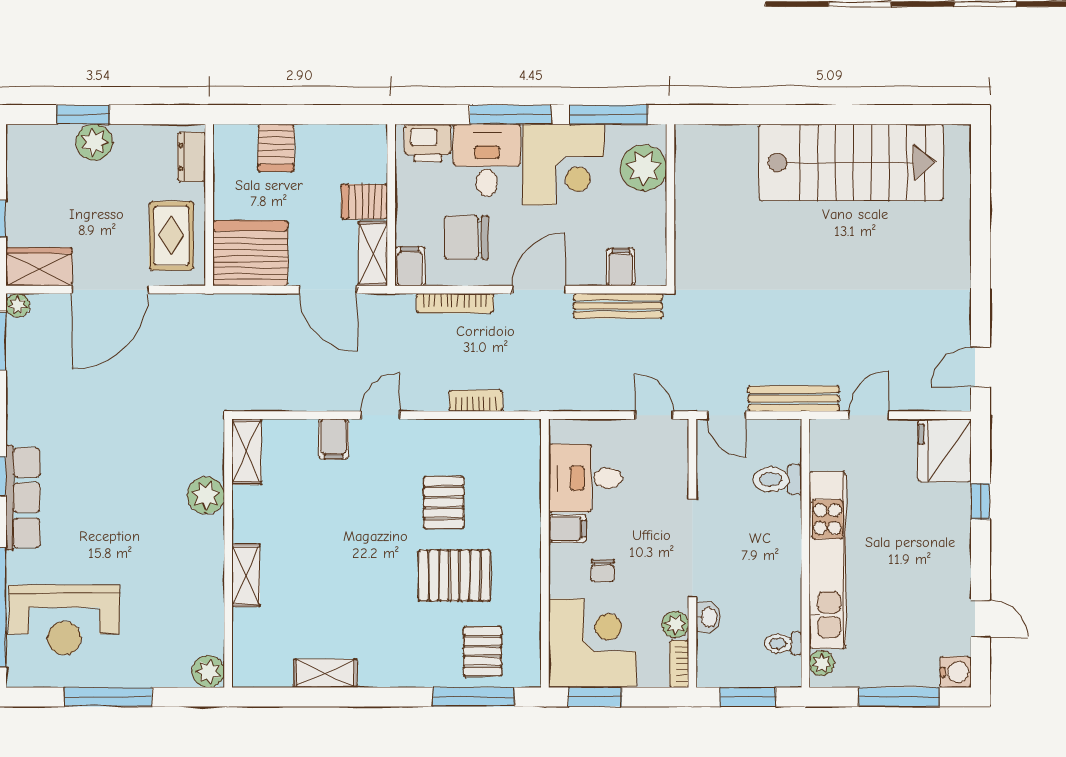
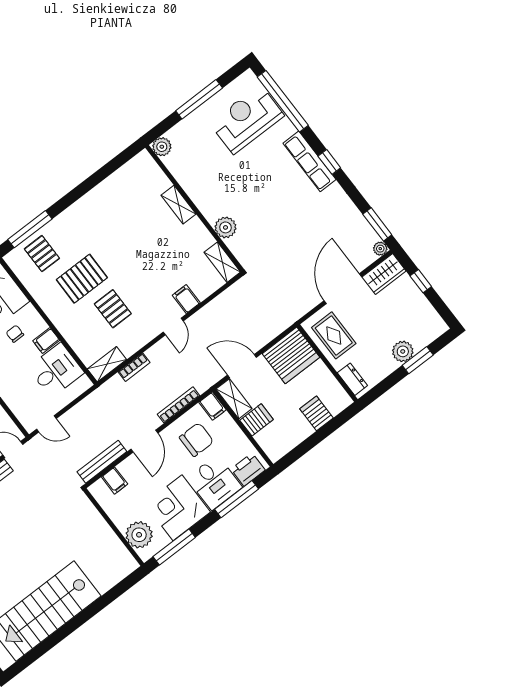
window: (511, 115) -> (237, 499), moved
shelving: (325, 673) -> (107, 364), moved

